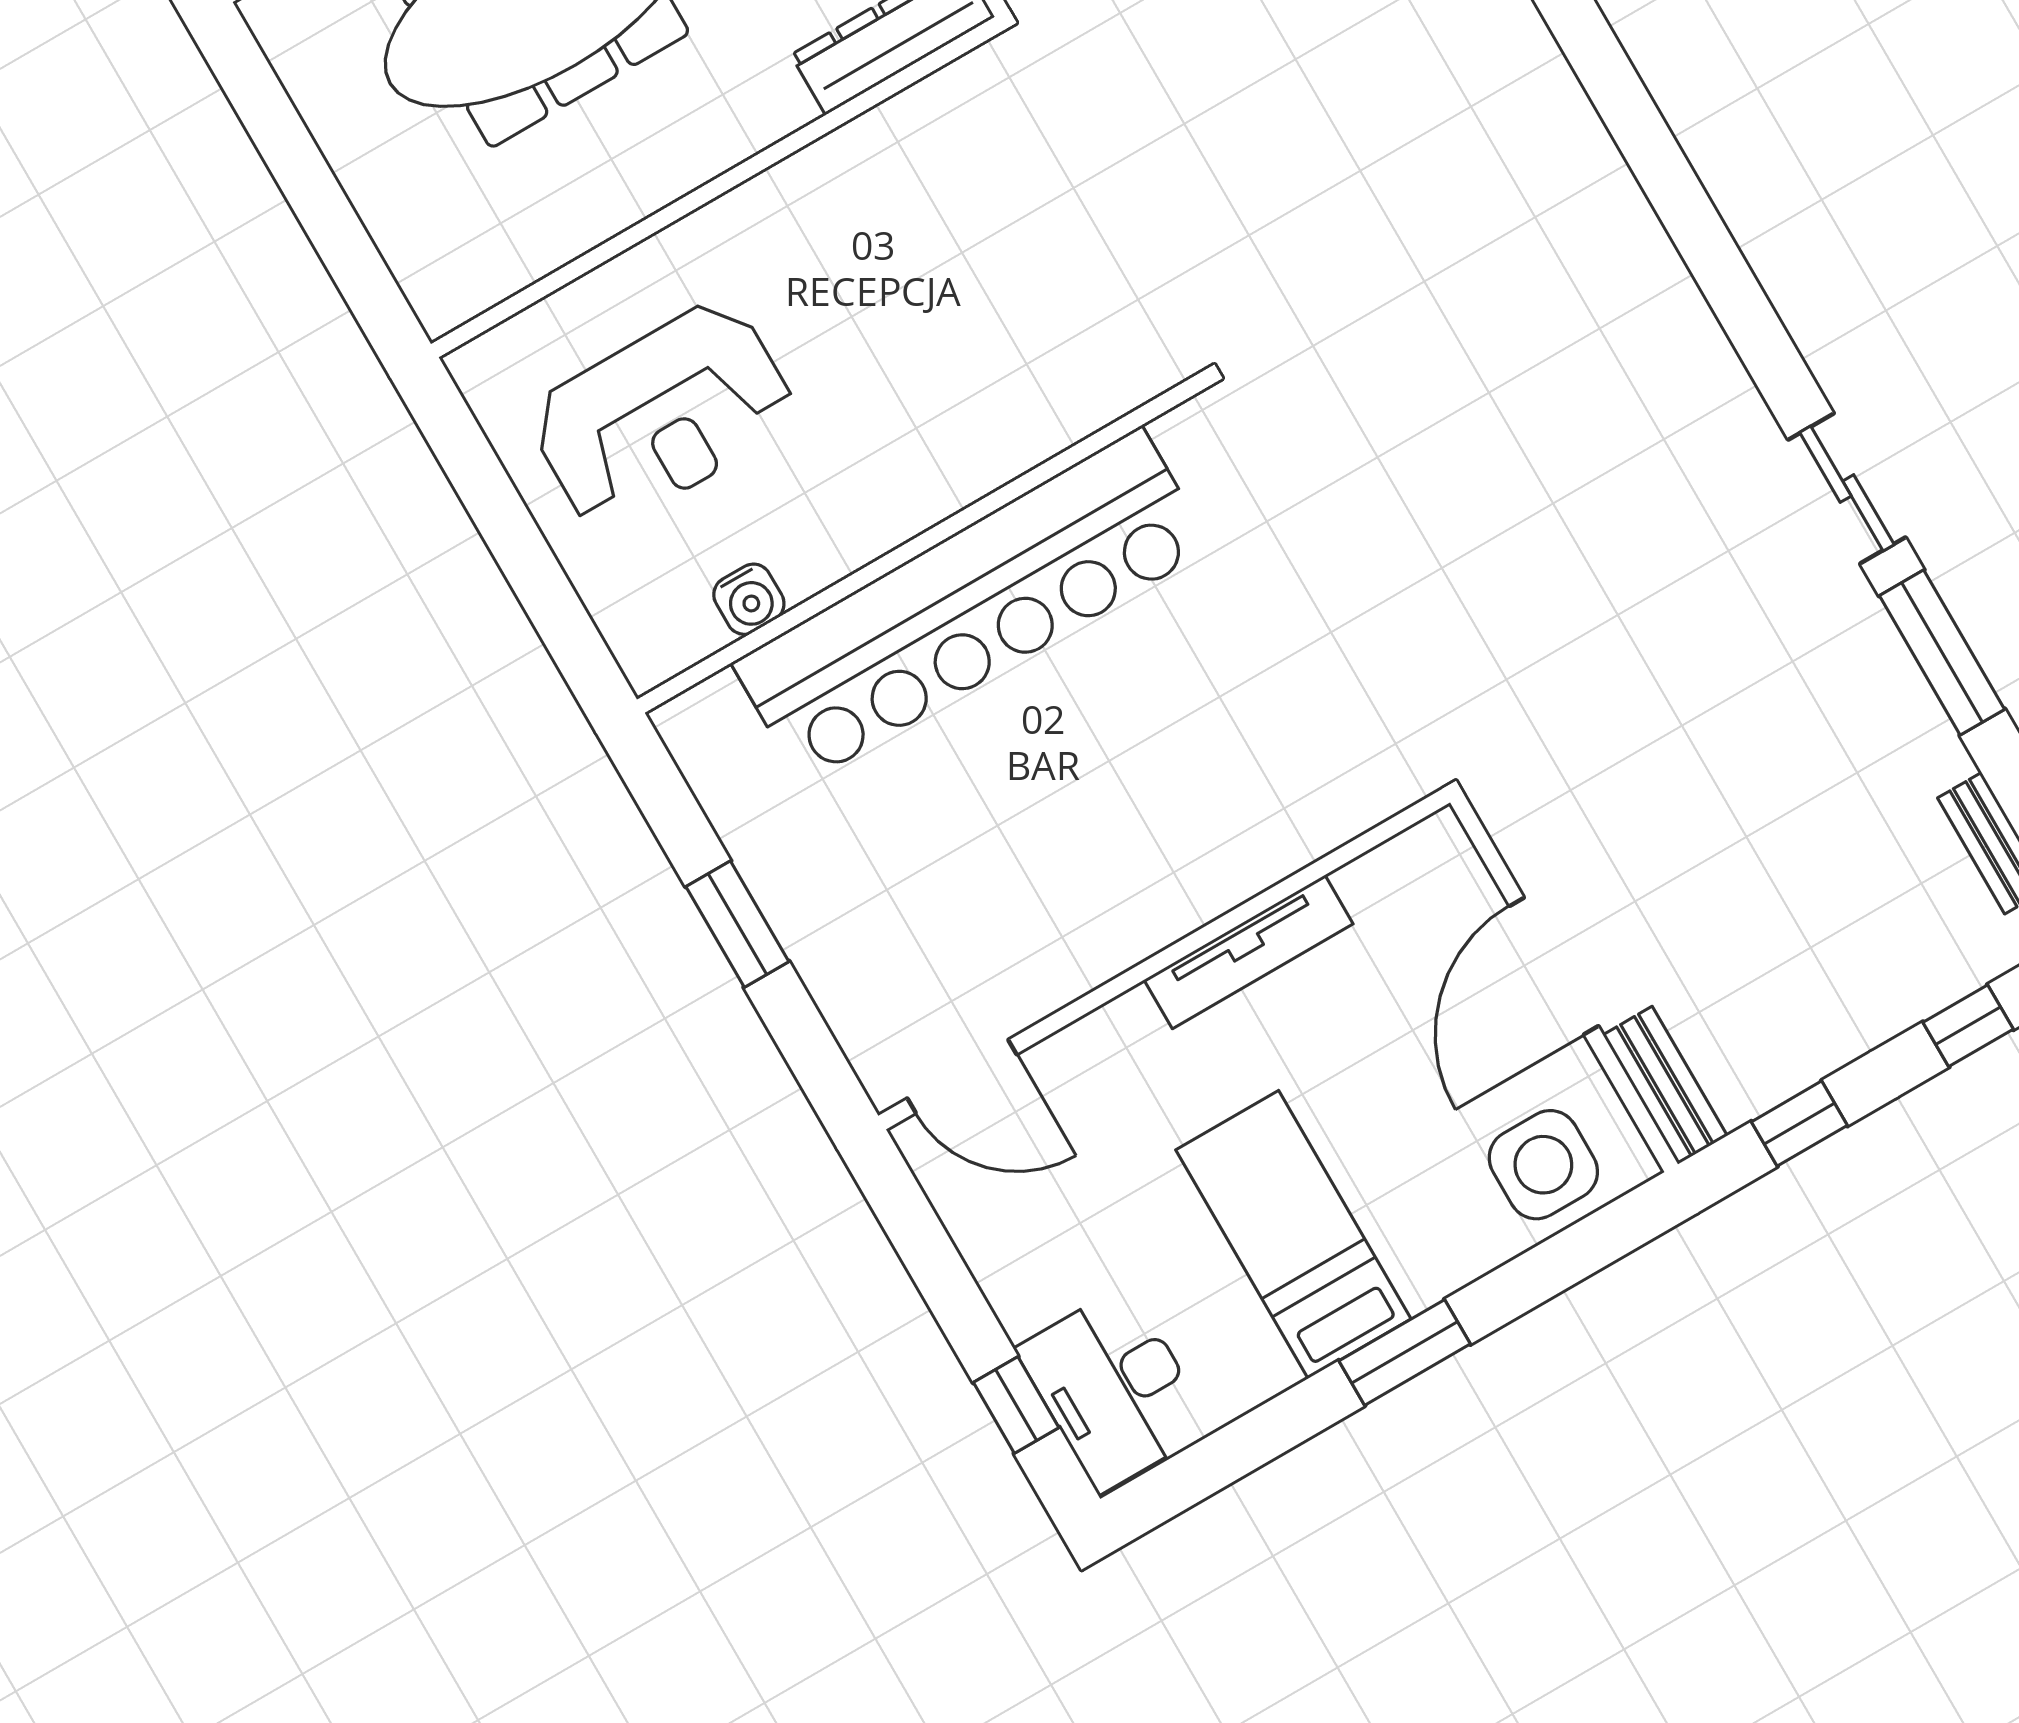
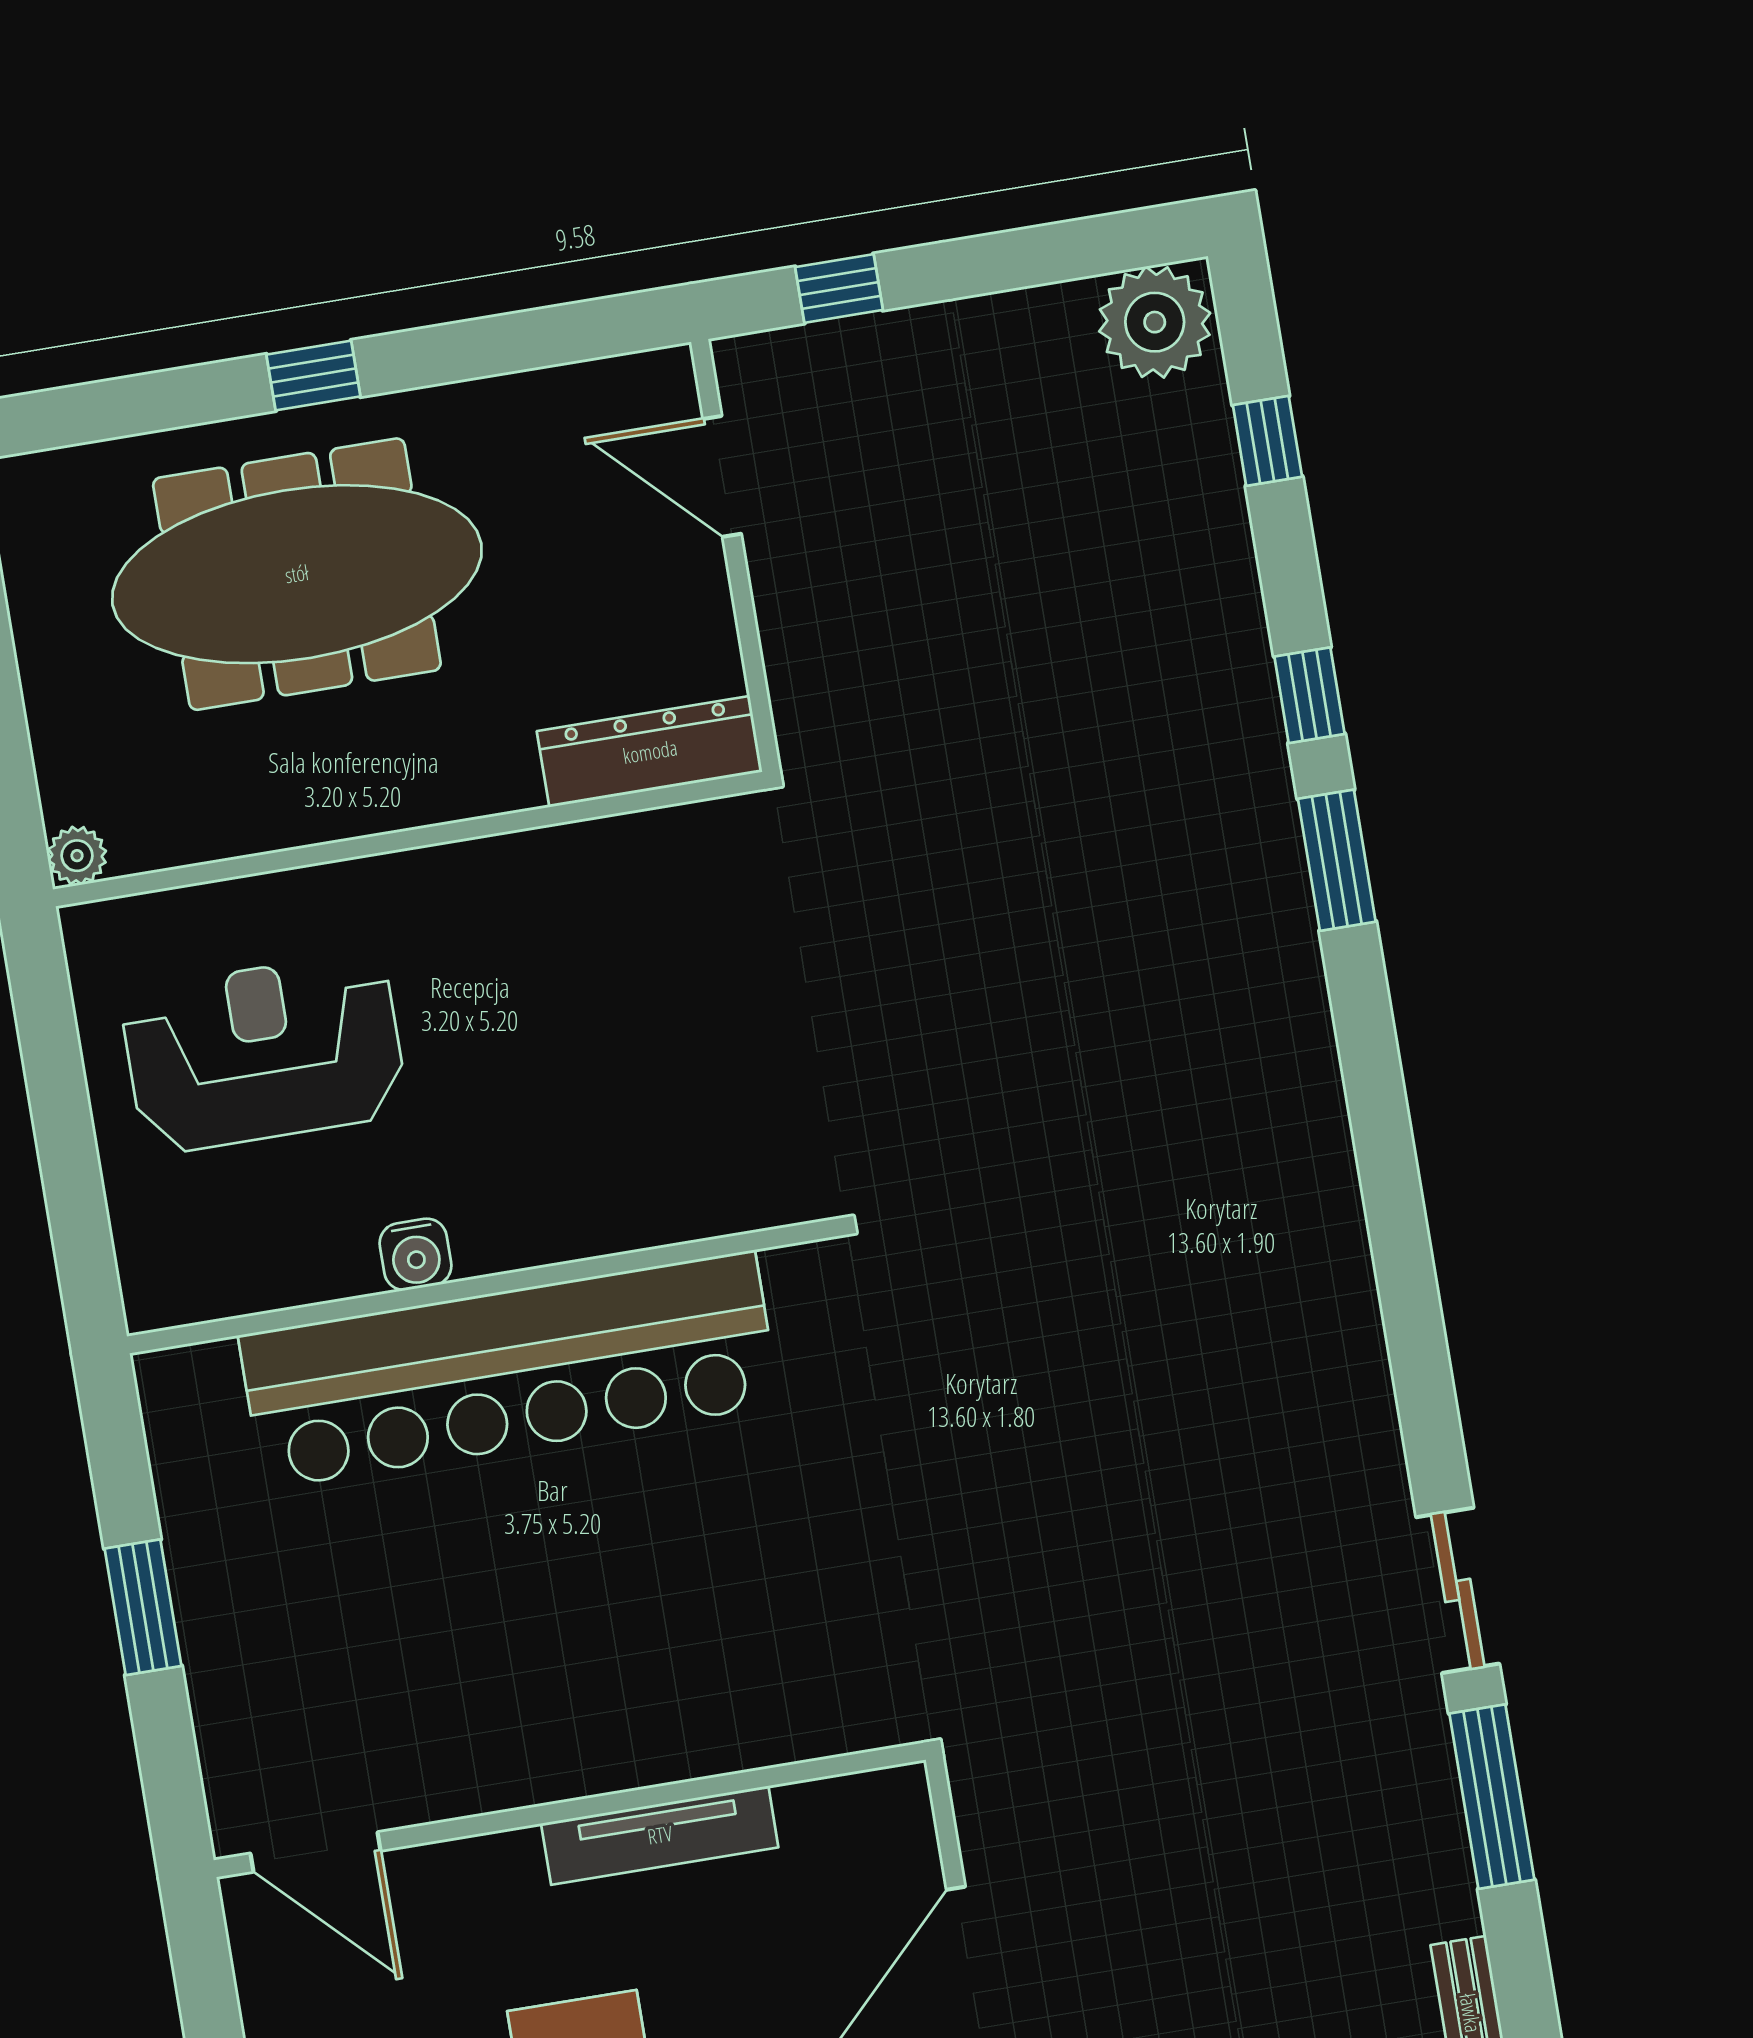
plant: (441, 308) -> (77, 856), added
reception desk: (662, 415) -> (264, 1053), turned 180
water cooler: (749, 599) -> (416, 1254), moved

